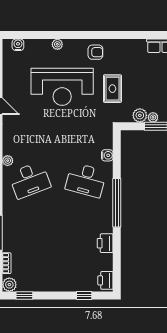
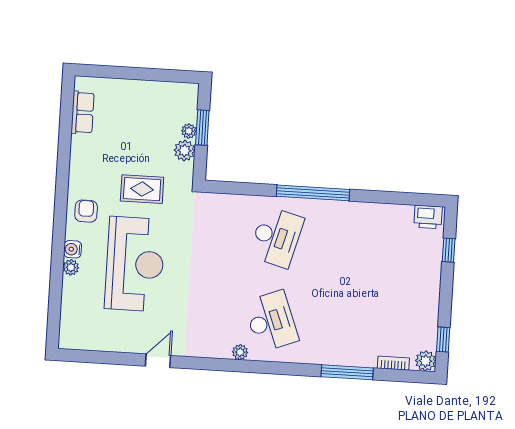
water cooler: (18, 45) -> (73, 249), moved
water cooler: (107, 155) -> (241, 203), removed
printer: (105, 243) -> (372, 214), removed

